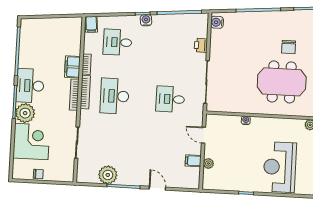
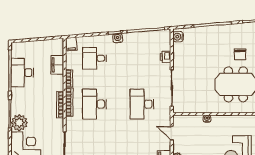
filing cabinet: (72, 67) -> (57, 65), moved
desk: (30, 86) -> (22, 73), moved
desk: (170, 99) -> (142, 104), width x1.37

